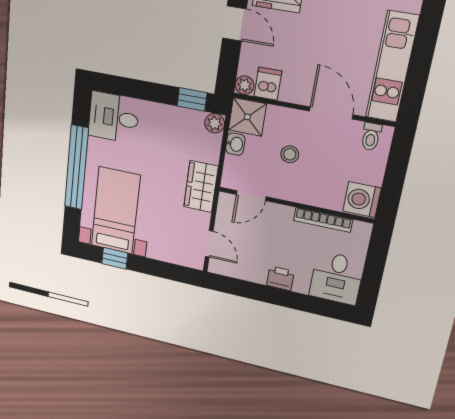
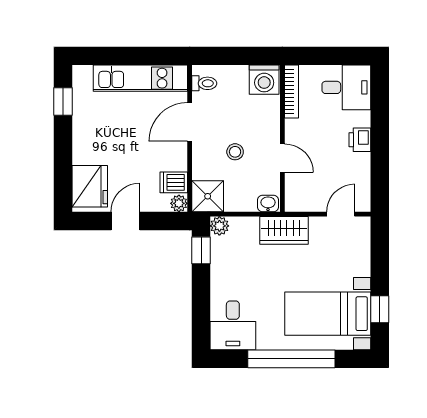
washbasin: (235, 144) -> (268, 204), moved
door: (251, 196) -> (282, 158), moved
bookcase: (323, 220) -> (292, 91), moved

